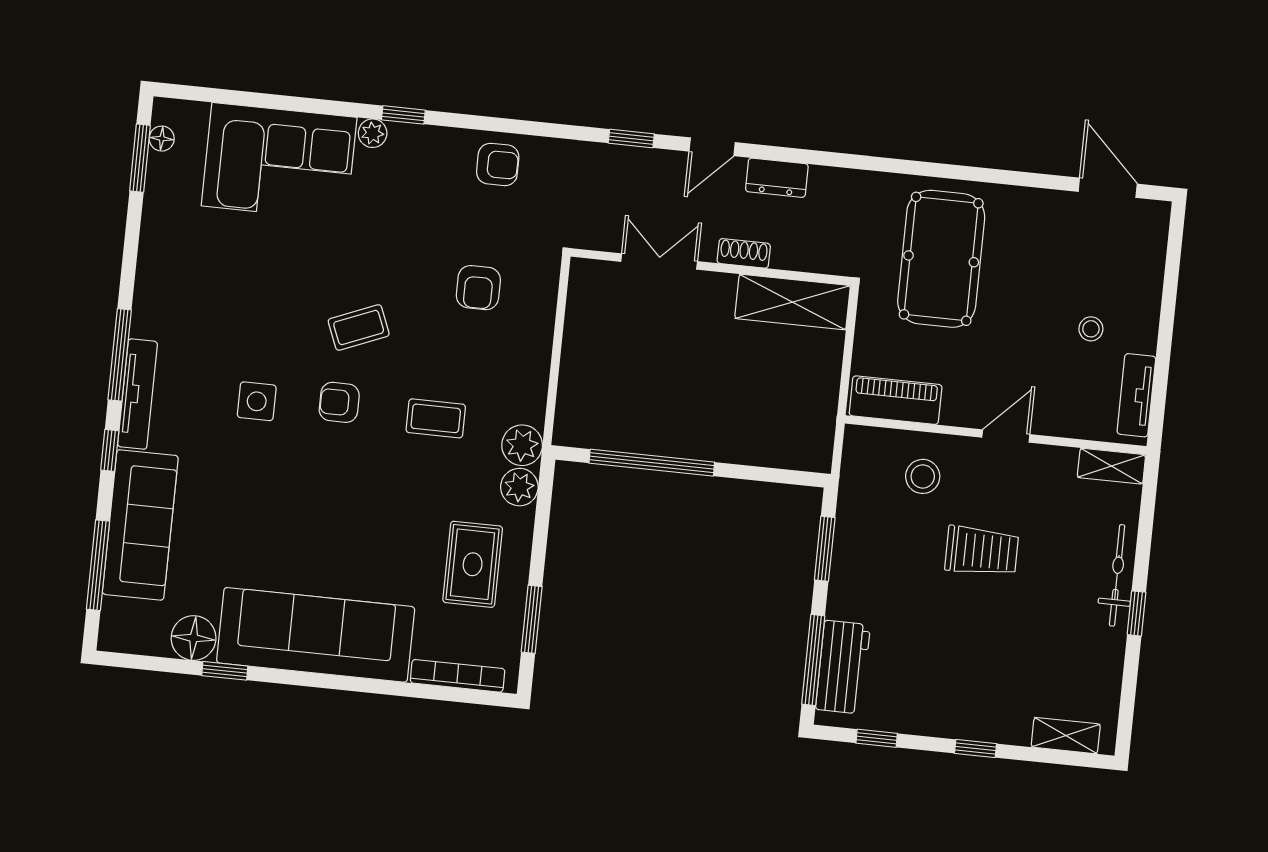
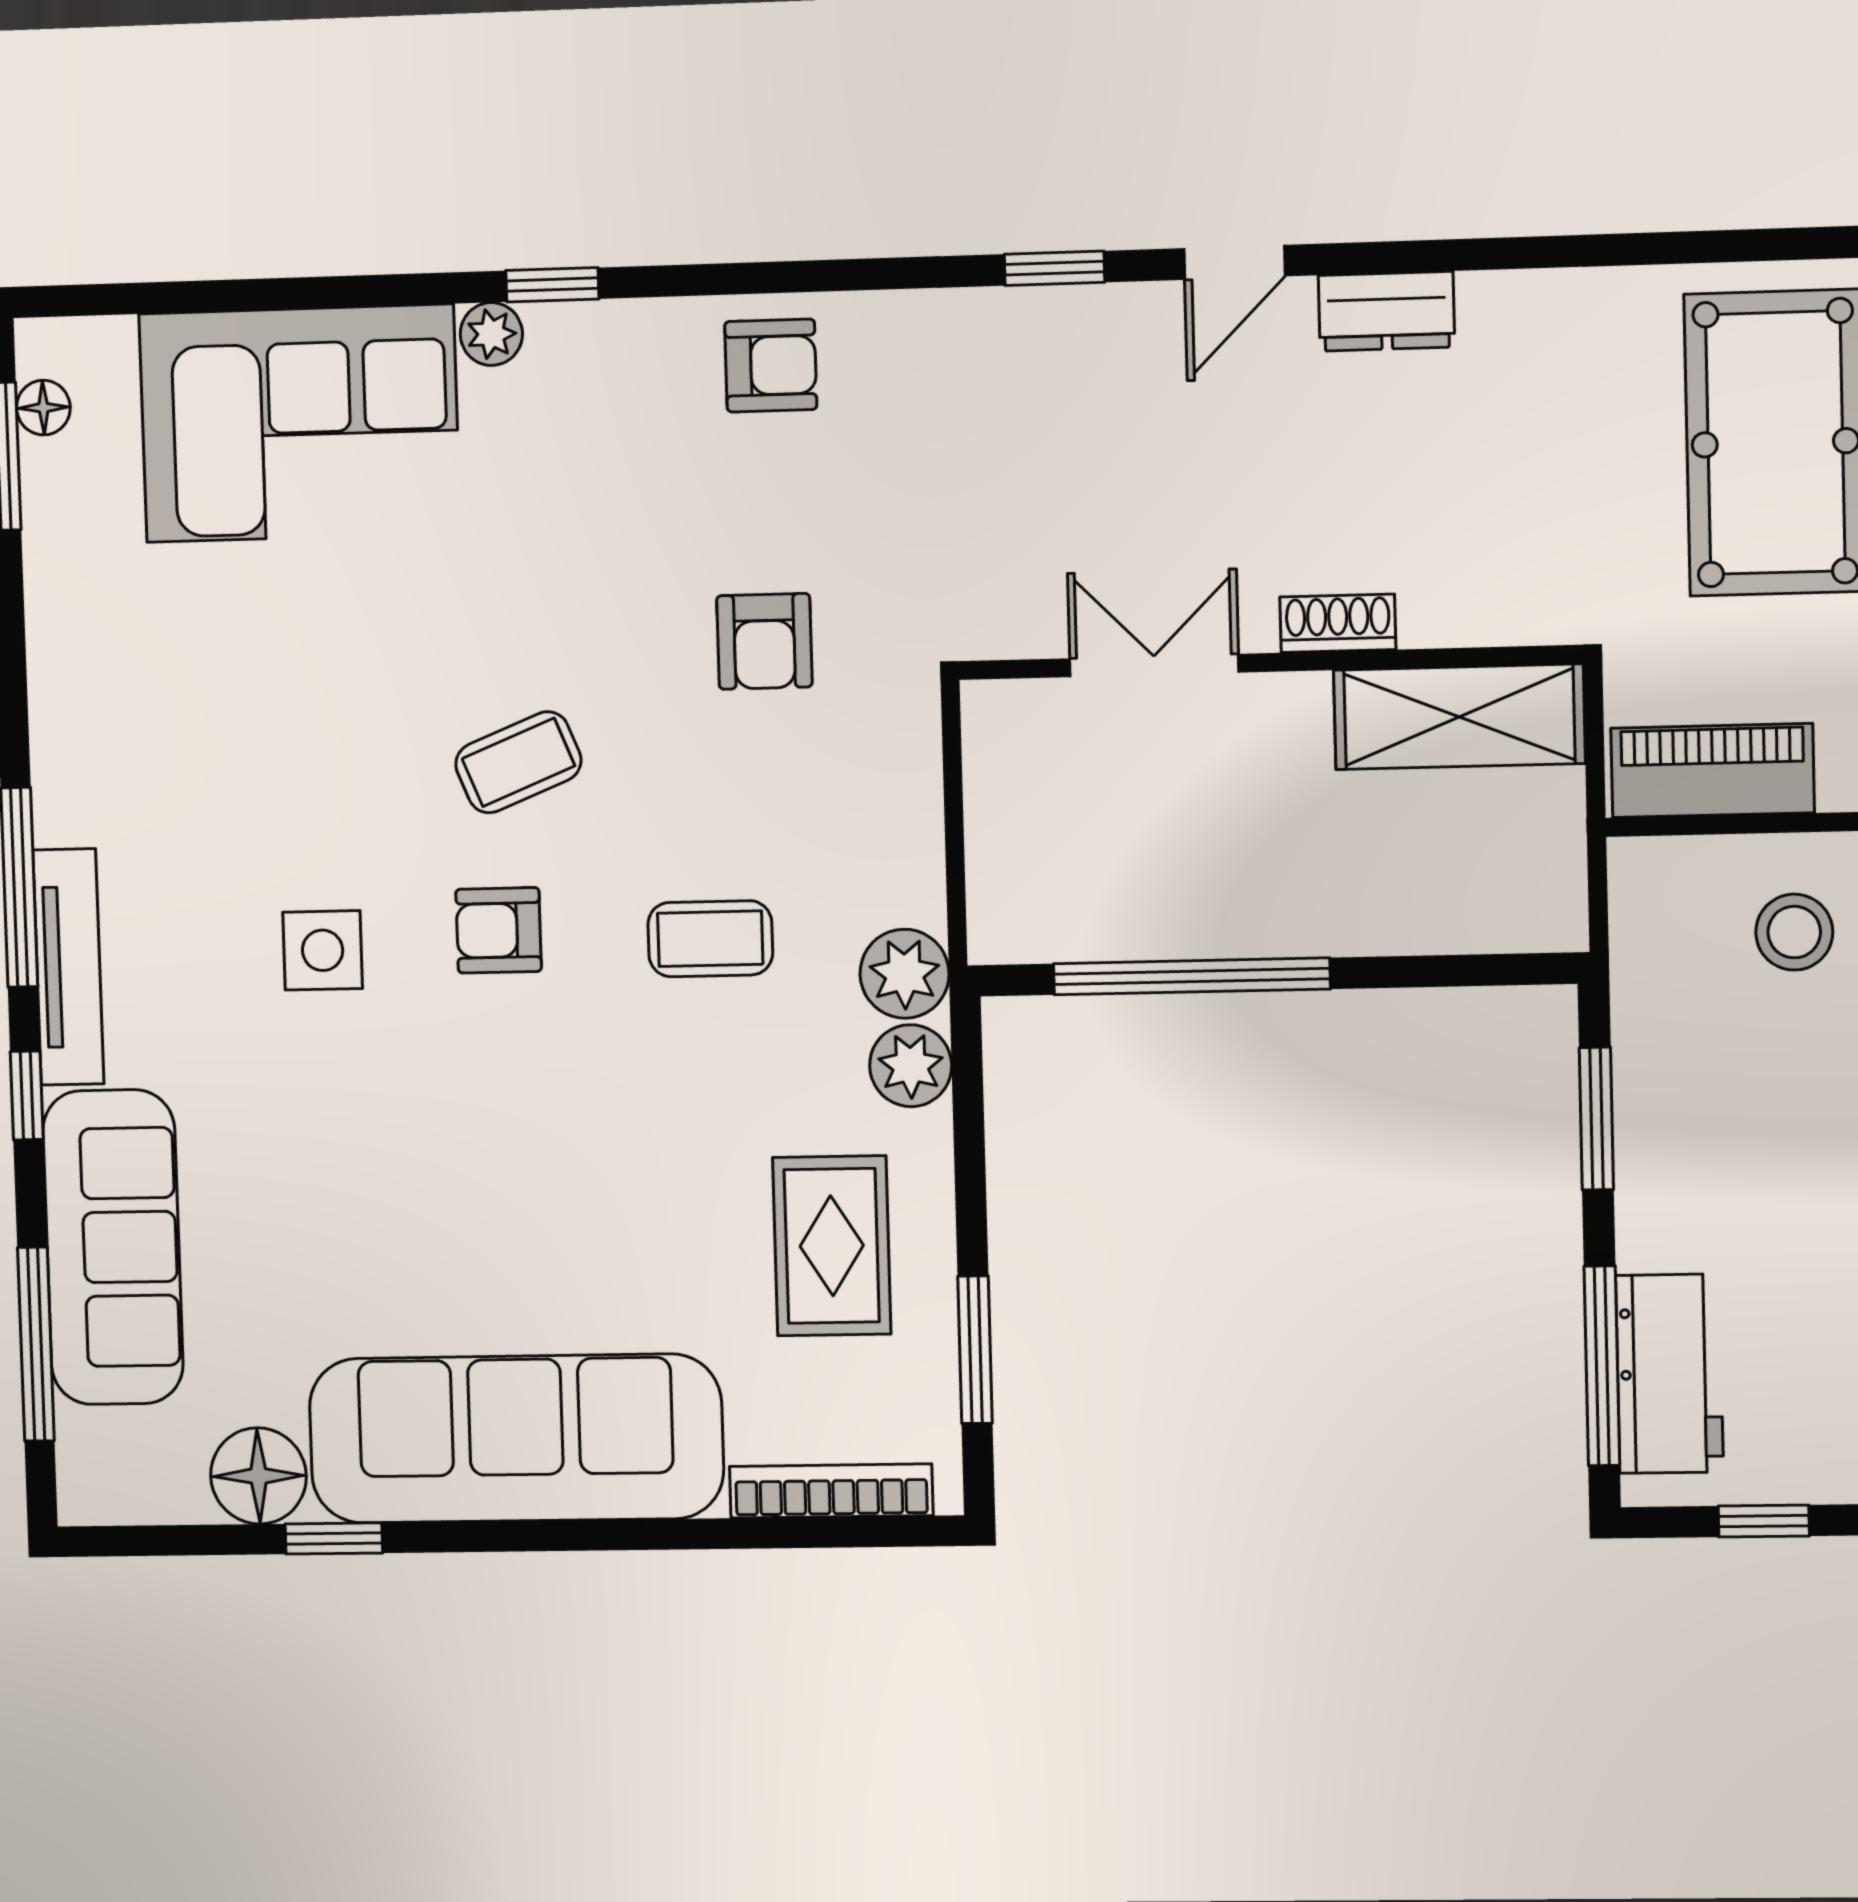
shoe rack: (744, 253) -> (1338, 623), moved
double door: (659, 262) -> (1154, 665), moved
wall: (711, 267) -> (1269, 662), moved
shelving: (793, 302) -> (1459, 717), moved

